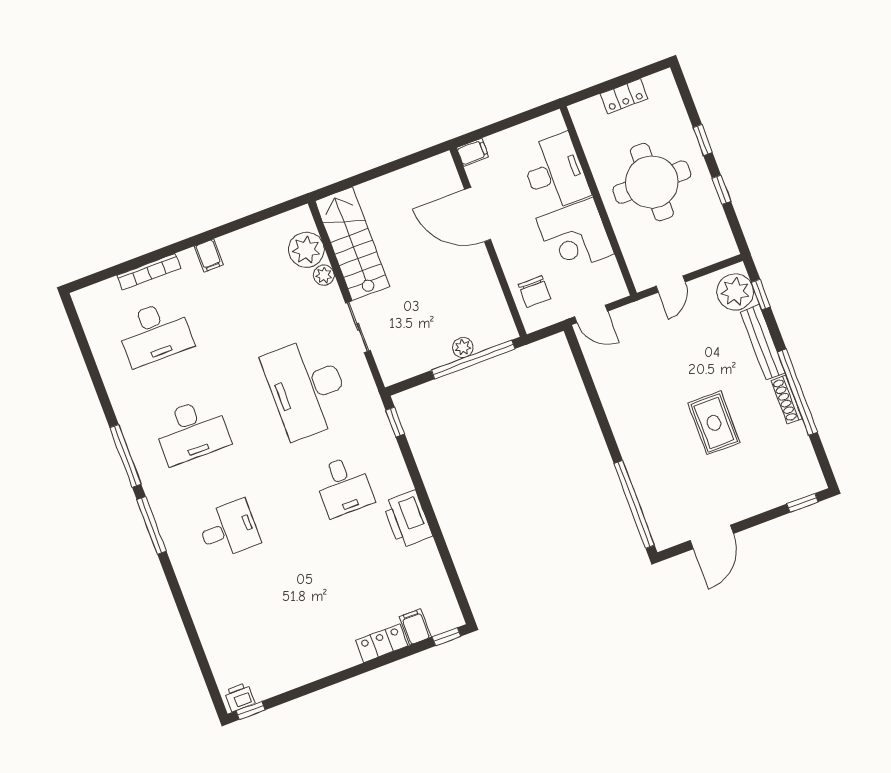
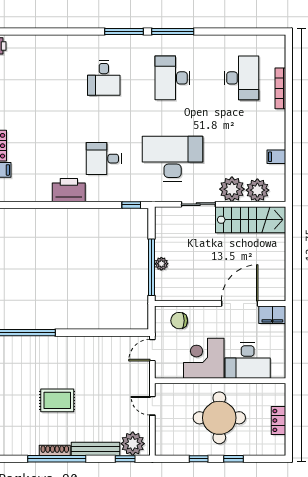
filing cabinet: (473, 152) -> (272, 315), width x2.00
filing cabinet: (209, 256) -> (276, 157), moved
plant: (324, 275) -> (232, 189), width x1.87, depth x1.87
desk: (155, 333) -> (241, 78), turned 180

